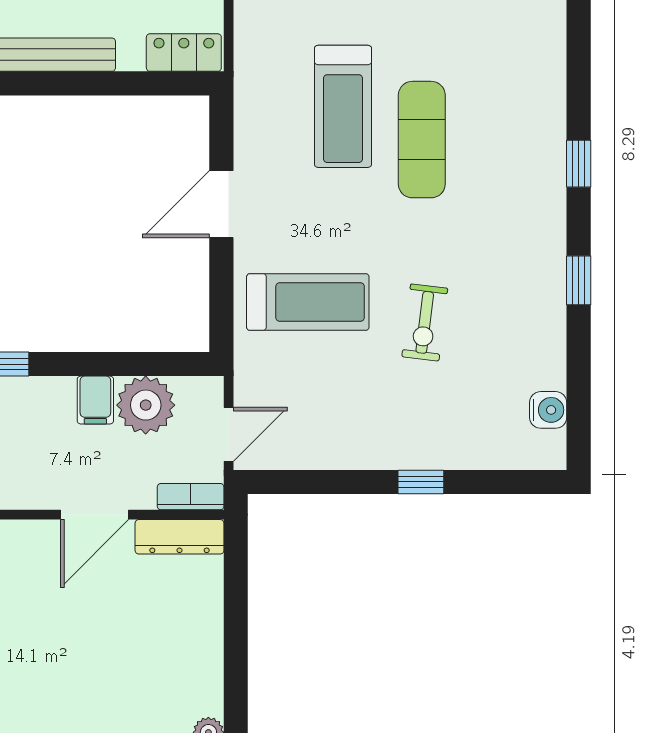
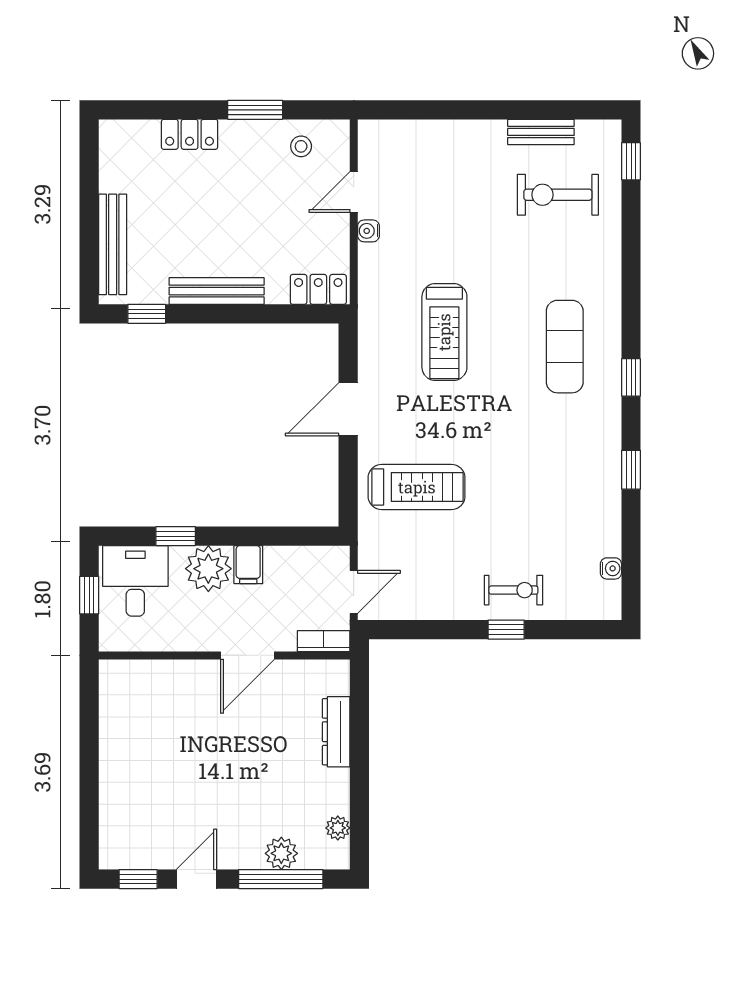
exercise mat: (422, 140) -> (565, 347), moved
exercise bike: (425, 322) -> (513, 590), moved, turned -97
plant: (146, 405) -> (208, 569), moved
water cooler: (548, 410) -> (611, 568), width x0.72, depth x0.72
dresser: (179, 537) -> (336, 732), moved, turned 90

